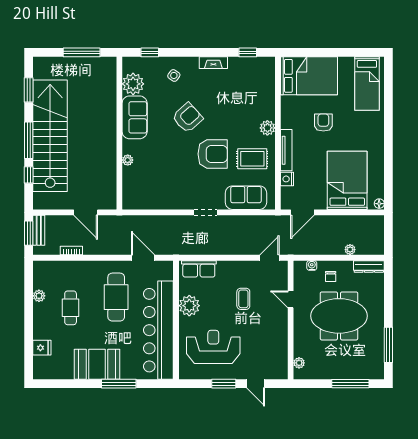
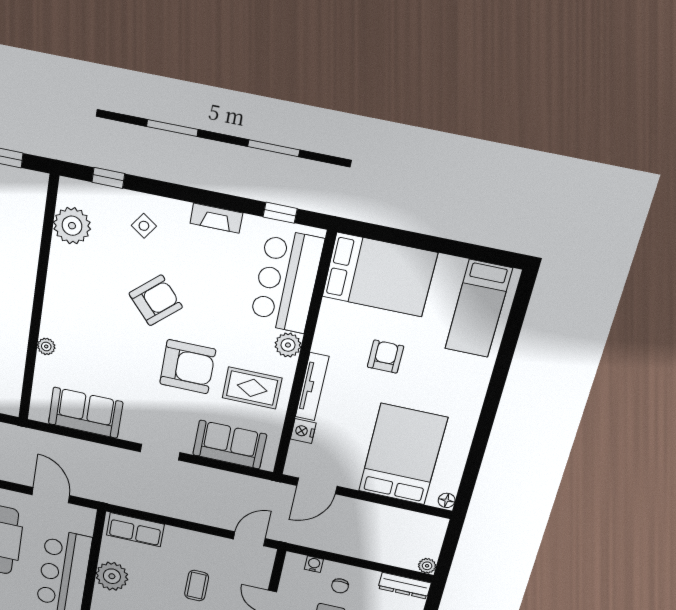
bar counter: (259, 90) -> (287, 281), added
sofa: (135, 117) -> (85, 413), moved, turned -90
plant: (350, 250) -> (427, 566), moved

